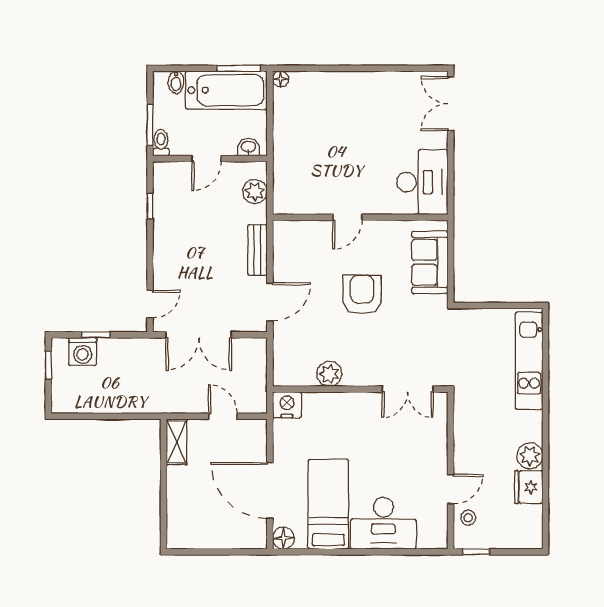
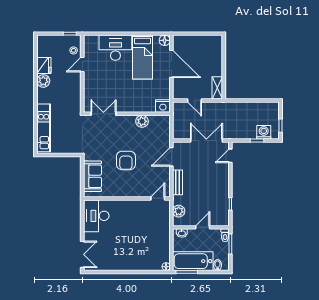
door: (347, 217) -> (158, 198), moved

